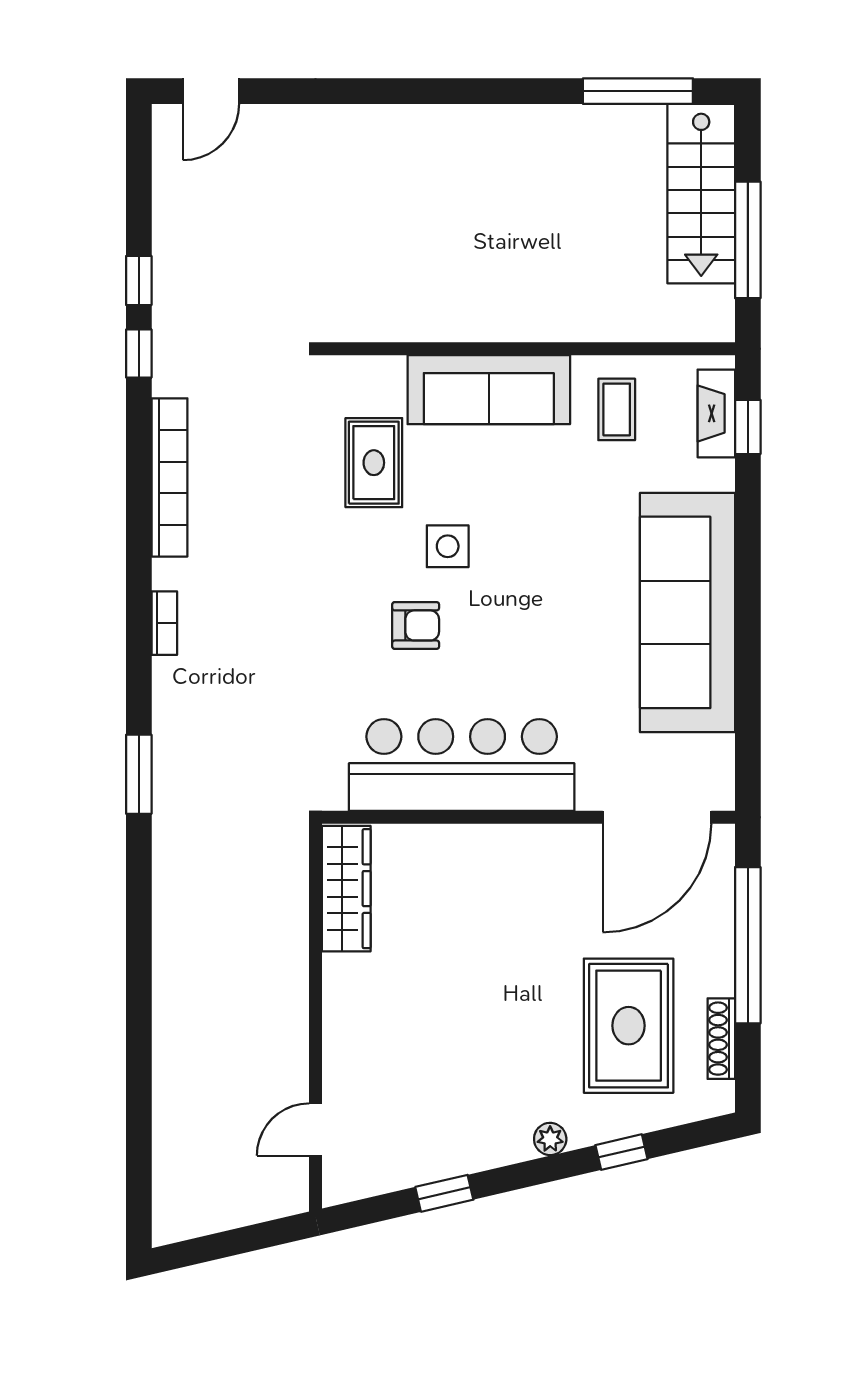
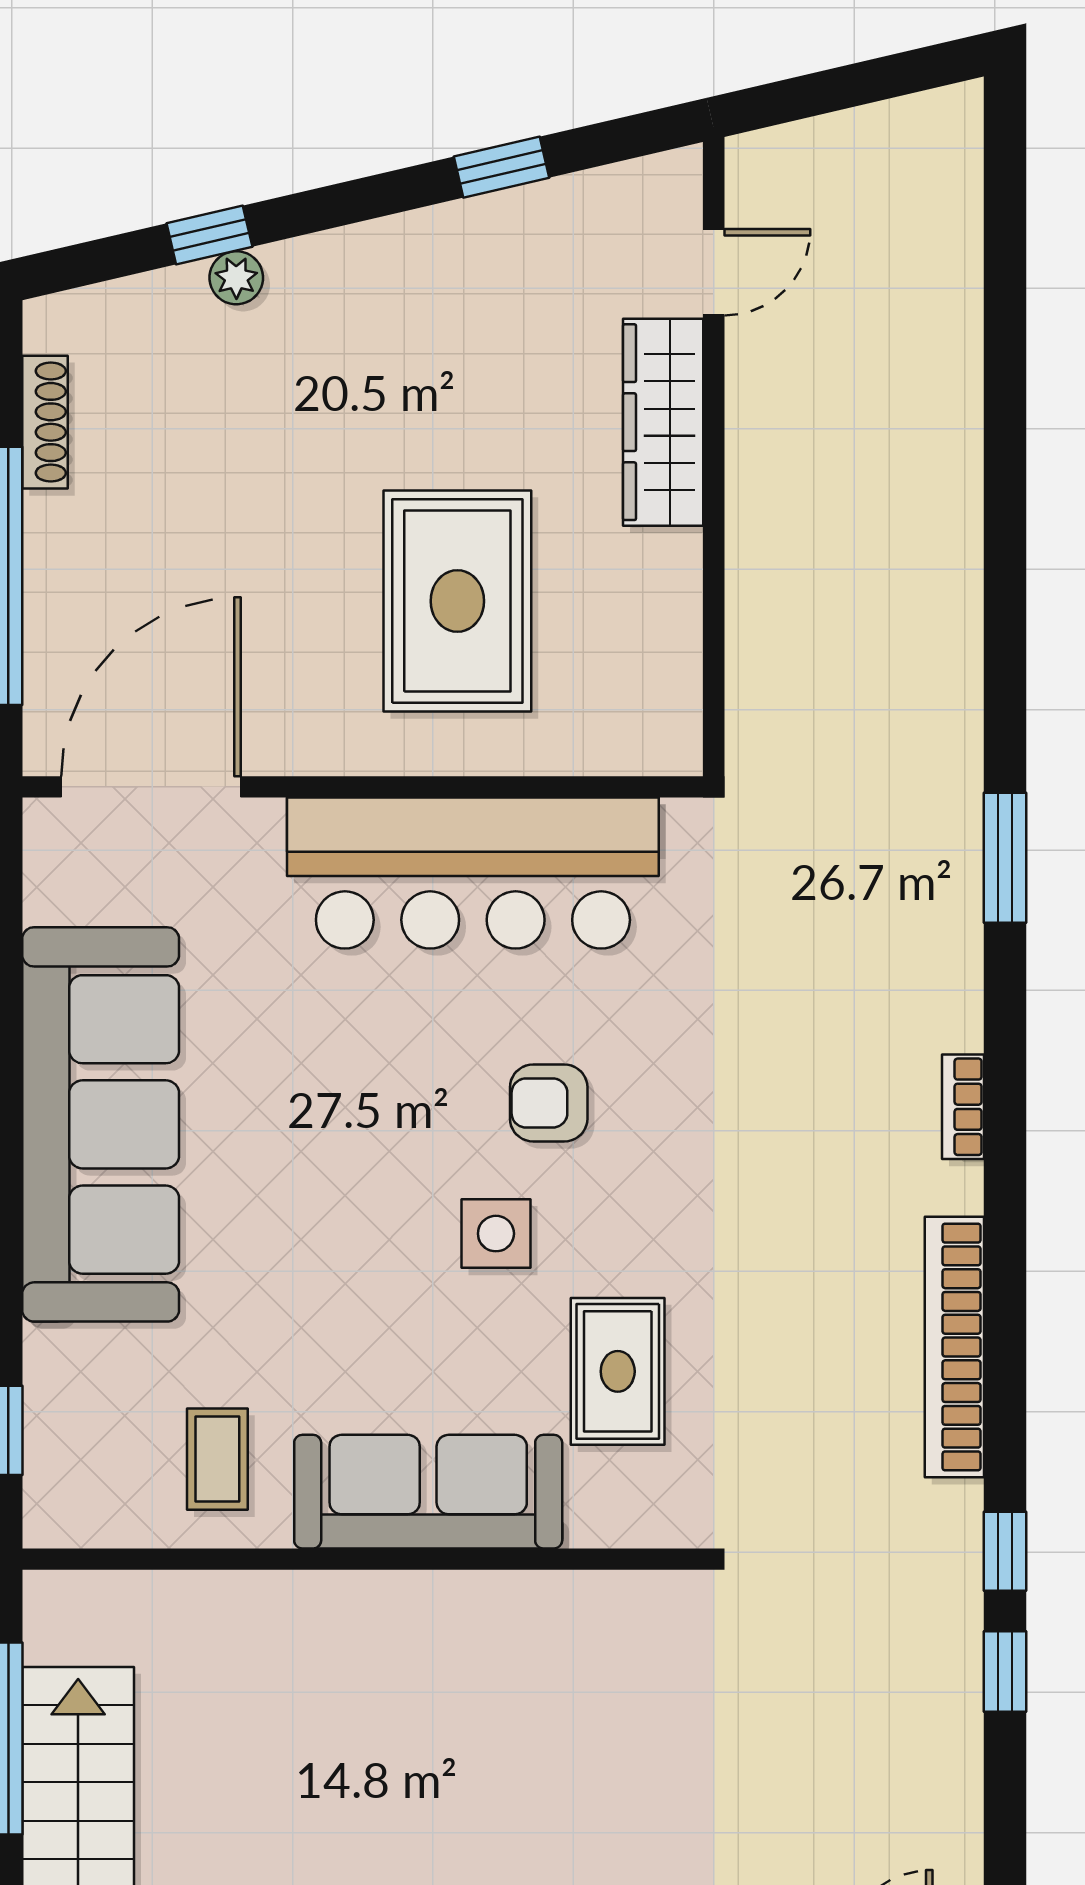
fireplace: (716, 413) -> (53, 1452), removed
wardrobe: (346, 889) -> (663, 422), moved
rug: (629, 1026) -> (457, 601), moved
plant: (550, 1139) -> (236, 278), moved

